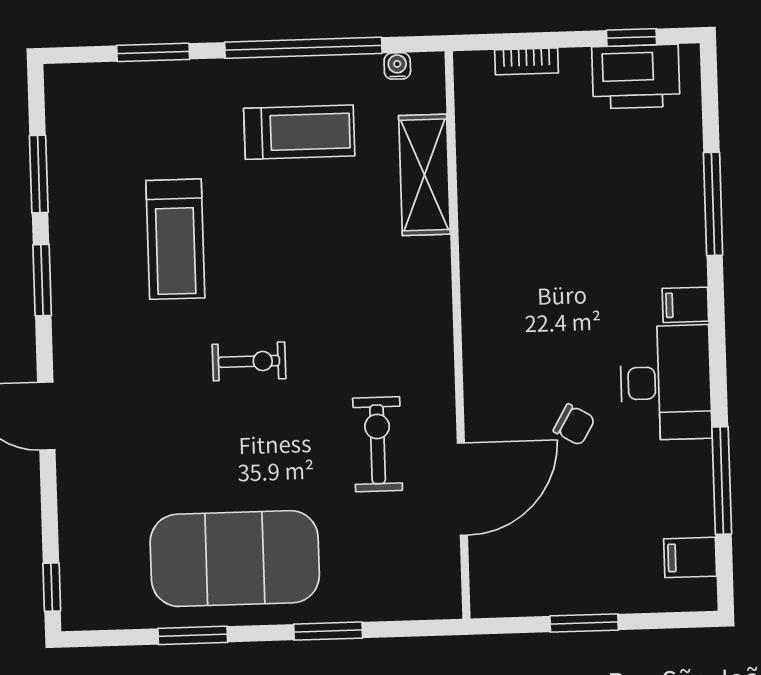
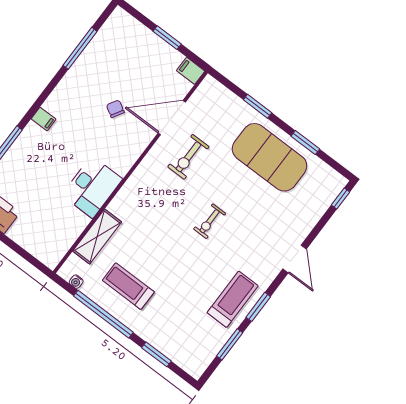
bookcase: (527, 61) -> (30, 247), removed
treadmill: (175, 239) -> (233, 299), moved
exercise bike: (249, 361) -> (210, 221), turned -90
desk: (666, 383) -> (92, 187), moved, turned 180
filing cabinet: (690, 557) -> (191, 71), moved, turned 180

